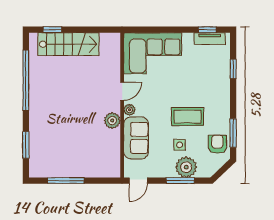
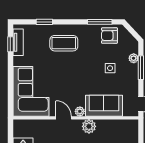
coffee table: (188, 117) -> (64, 43), moved, turned 90
plant: (186, 167) -> (134, 58), width x0.53, depth x0.53

